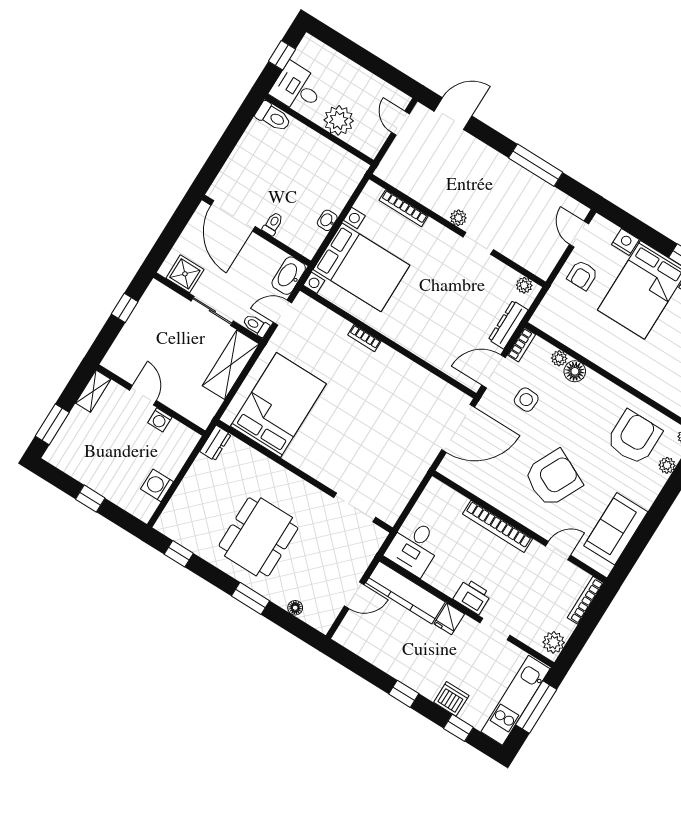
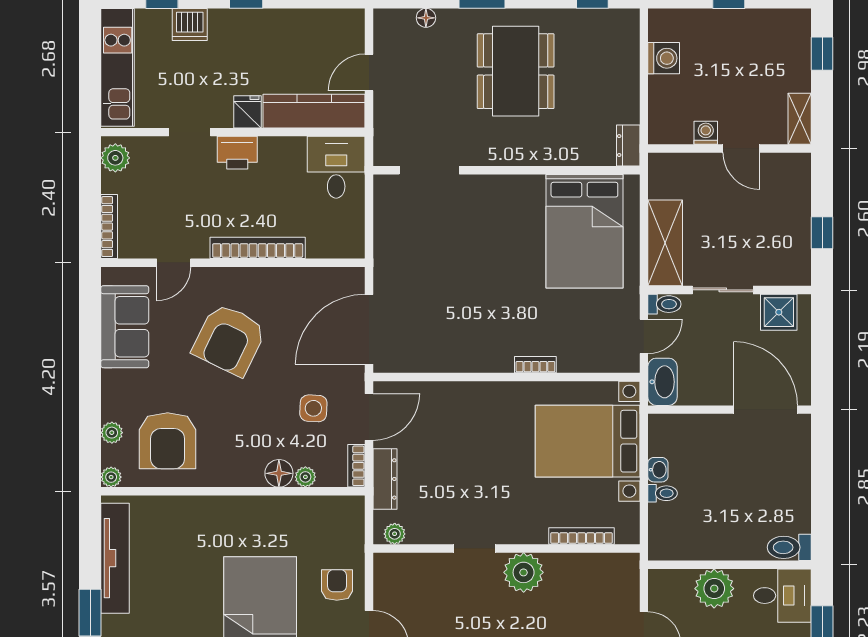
plant: (458, 218) -> (524, 572), width x1.87, depth x1.87
toilet: (273, 224) -> (663, 493), moved, turned -90
window: (52, 424) -> (822, 54), width x0.67
window: (536, 707) -> (90, 74), removed

